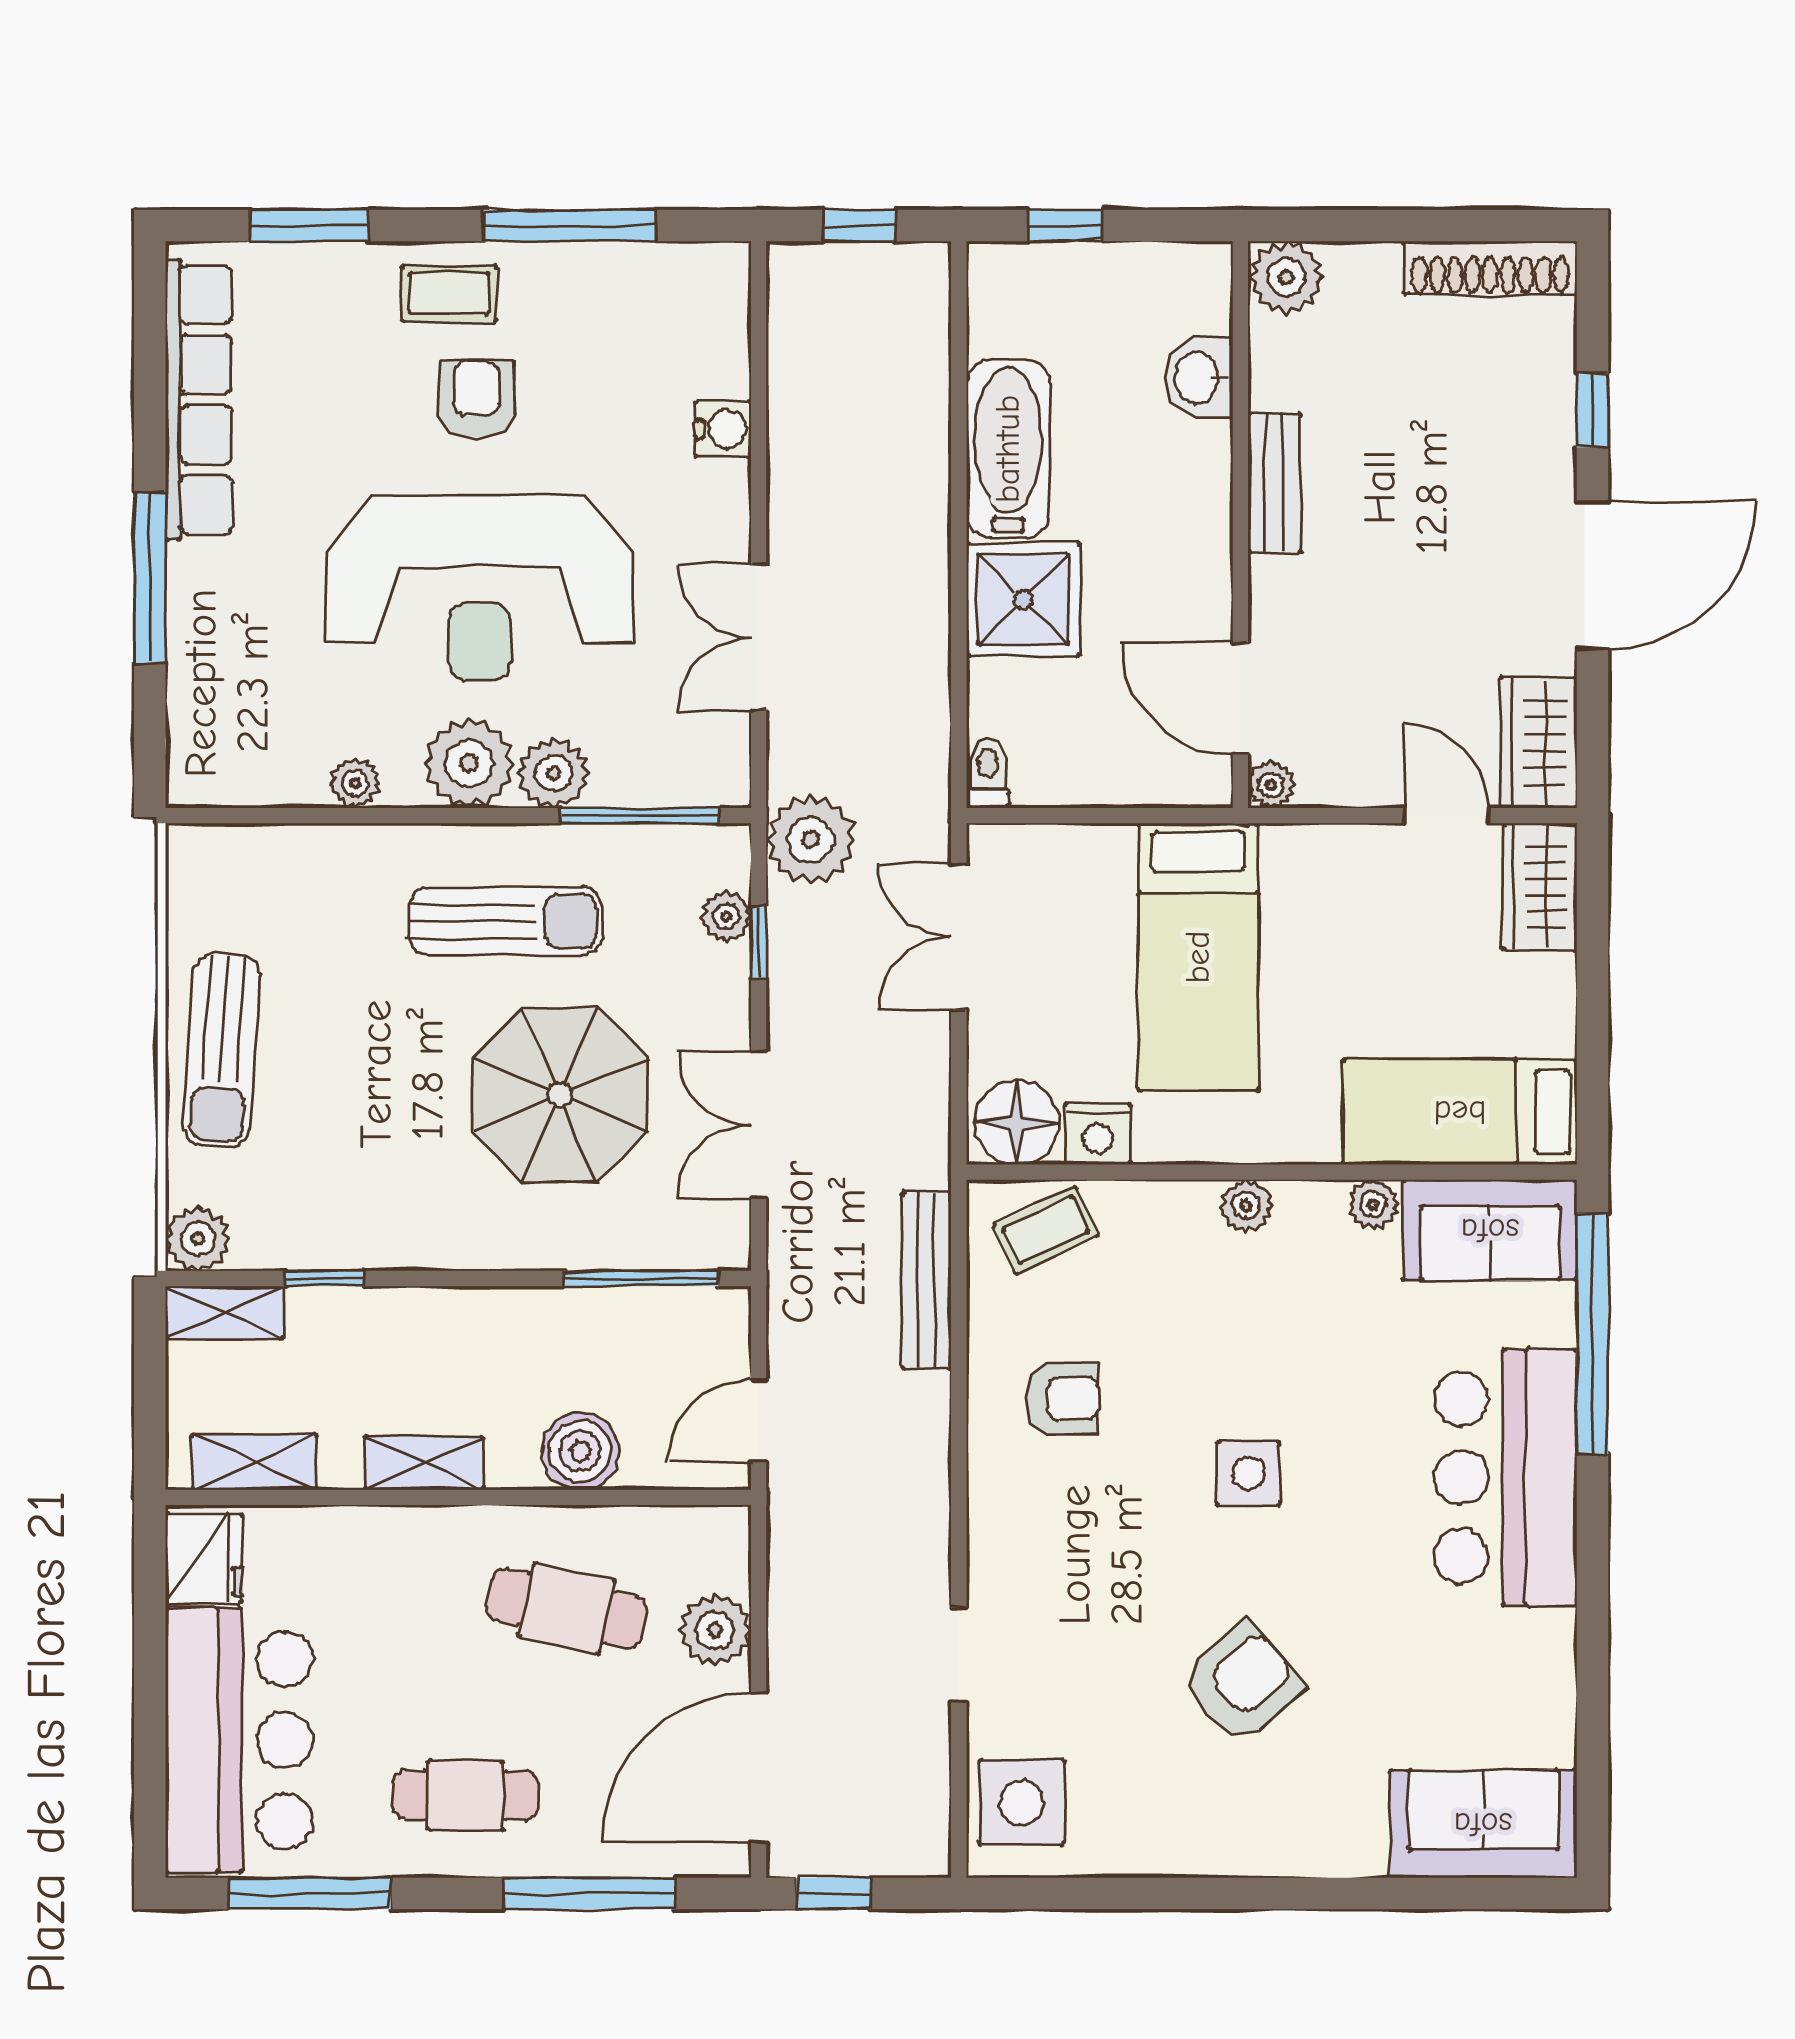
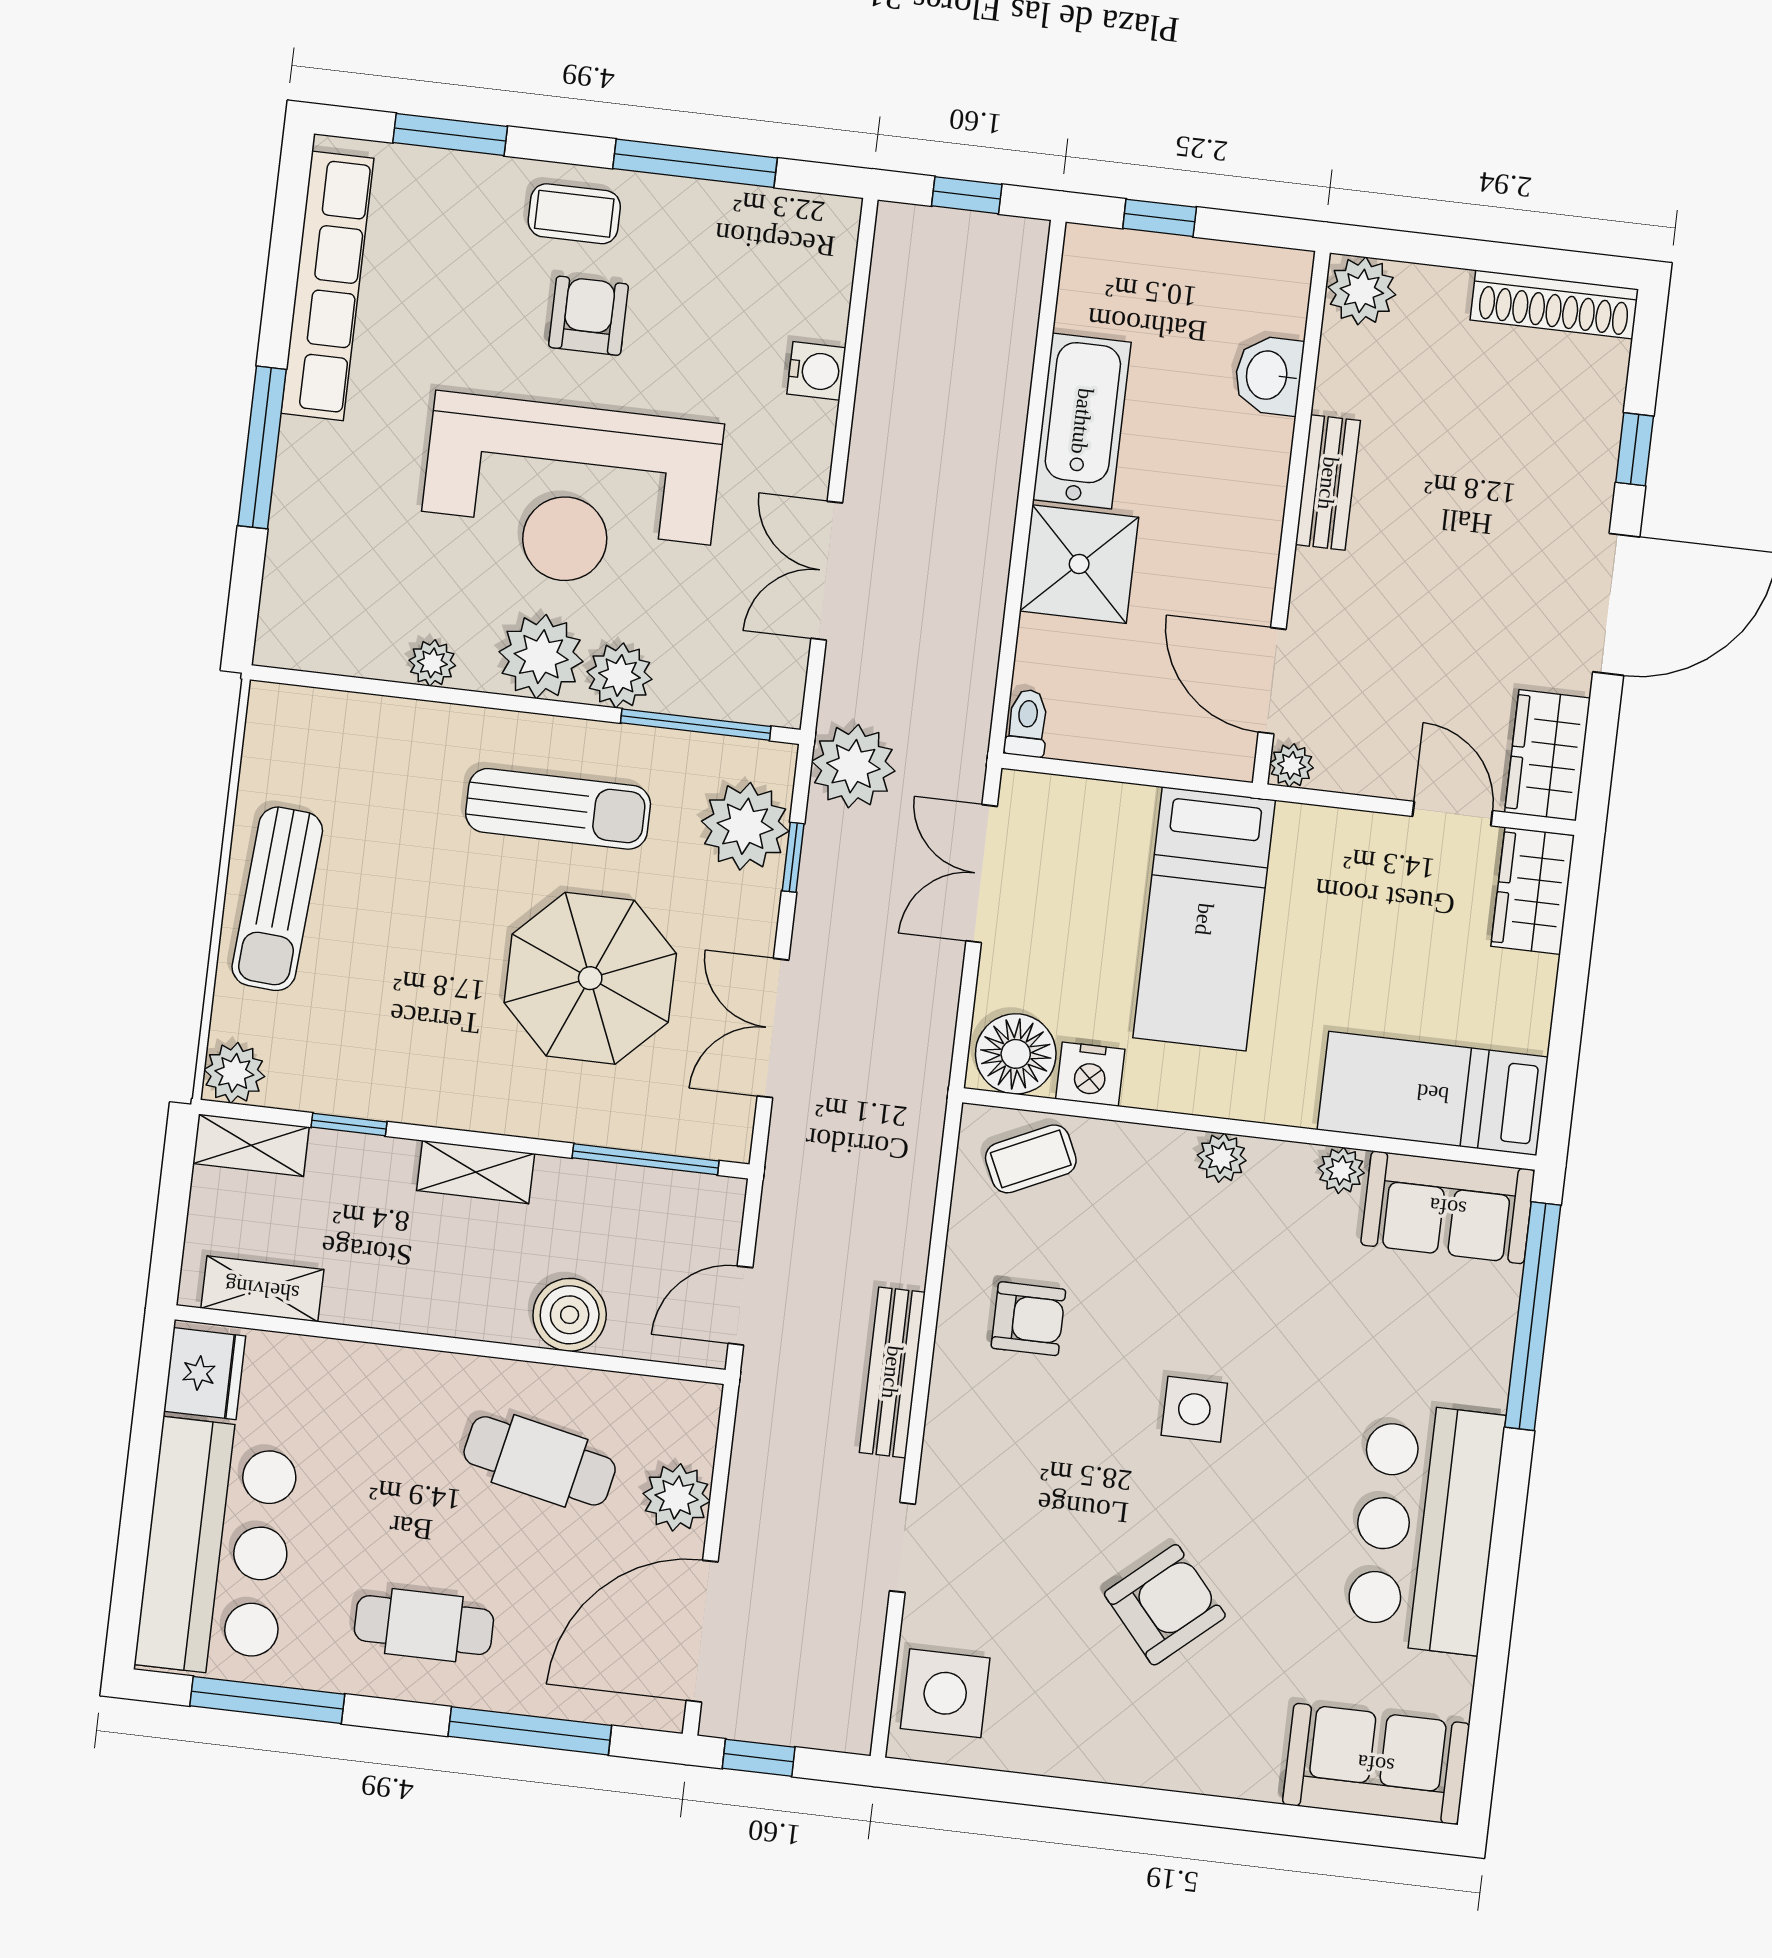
plant: (726, 916) -> (745, 826), width x1.87, depth x1.87
bench: (926, 1280) -> (892, 1372), moved
shelving: (424, 1463) -> (476, 1172), moved
bar counter: (1506, 1478) -> (1425, 1528), moved

